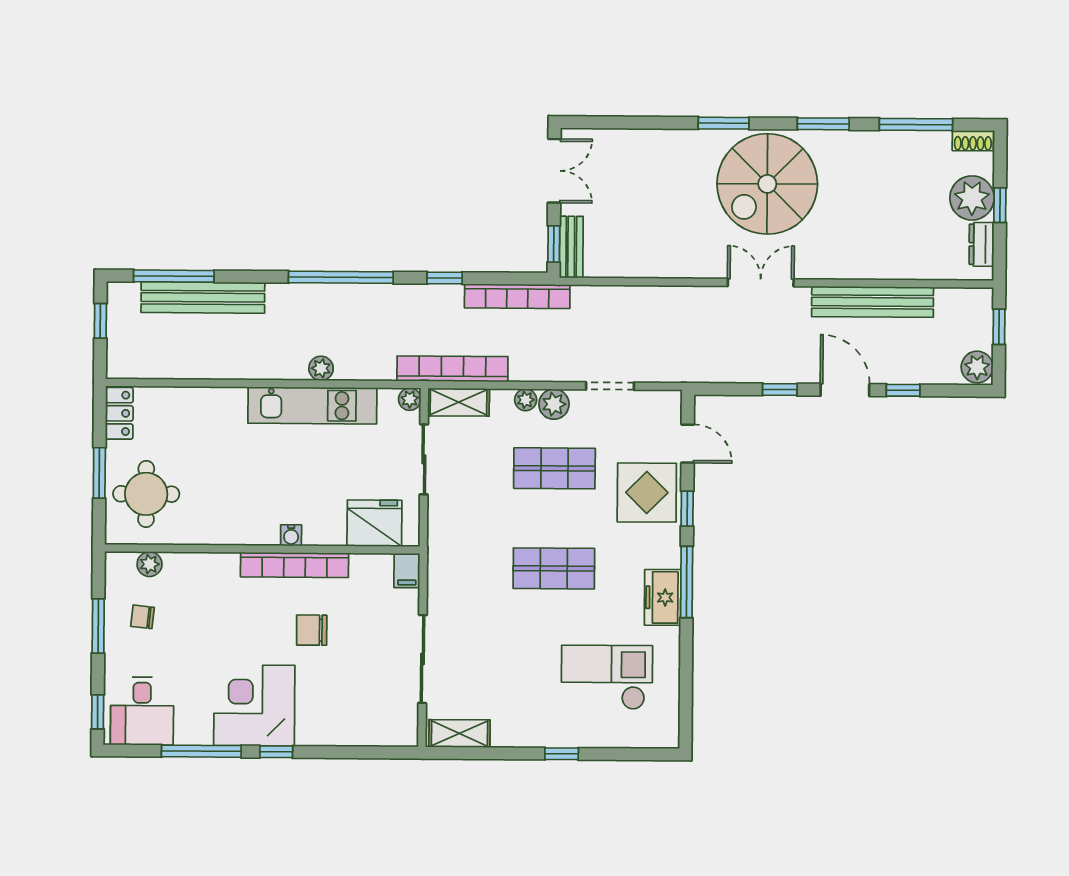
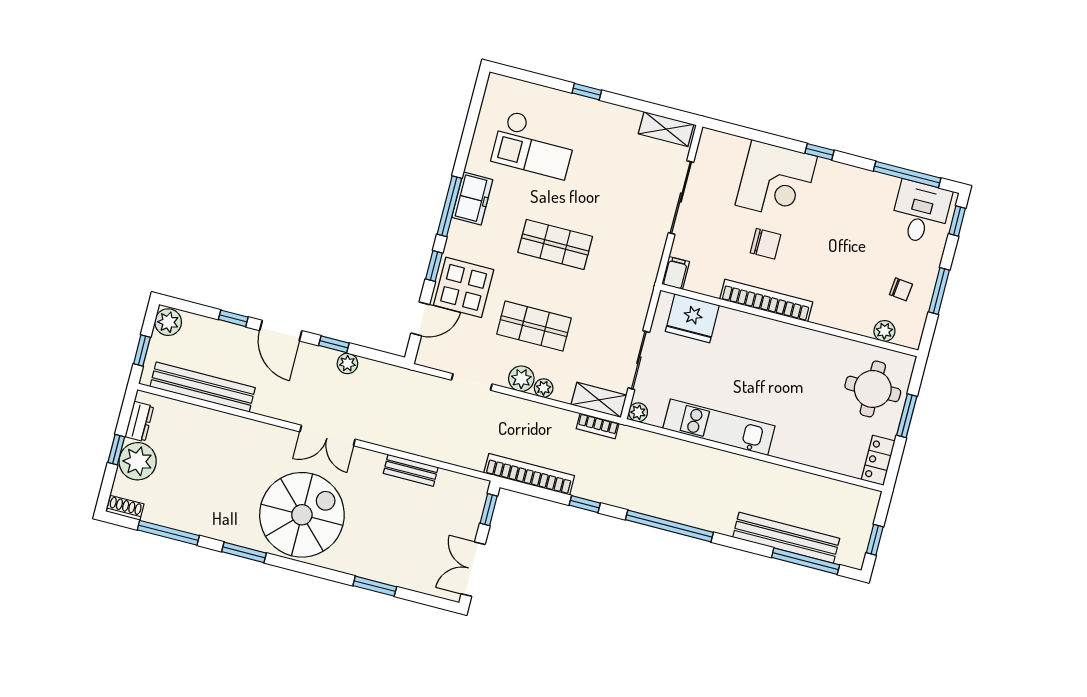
window: (724, 123) -> (375, 586), moved
bench: (571, 247) -> (411, 470), moved, turned 90
bench: (873, 302) -> (203, 387), moved
plant: (321, 368) -> (347, 363), moved
bookcase: (452, 369) -> (598, 426), width x0.43, depth x0.76
door: (688, 444) -> (420, 319), swing flipped
water cooler: (291, 535) -> (763, 326), removed
corner desk: (254, 705) -> (776, 181), moved
window: (201, 751) -> (907, 174), moved

